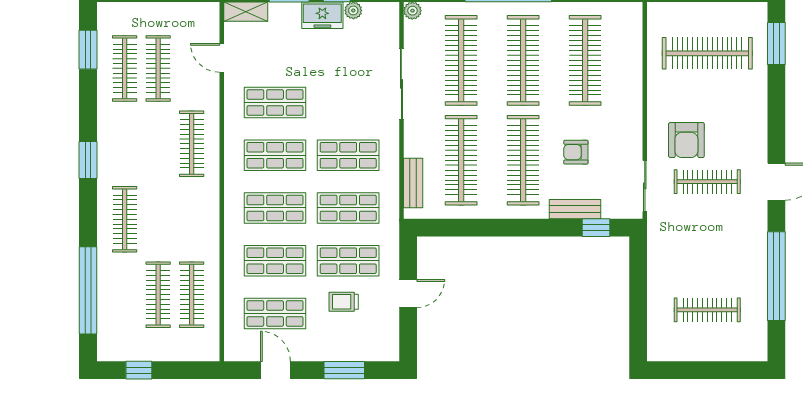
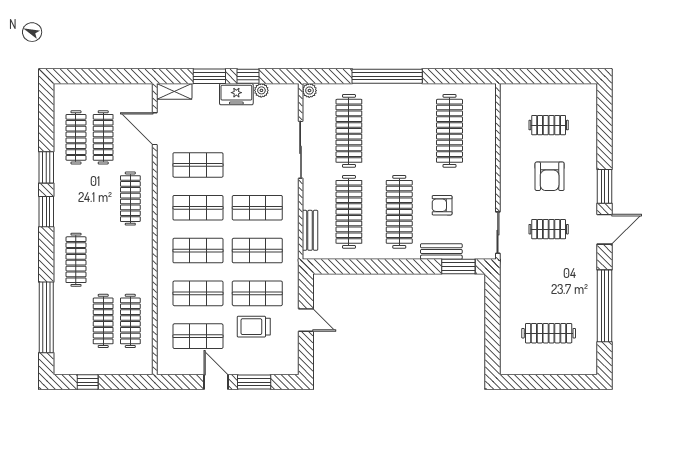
window: (776, 43) -> (605, 186), moved
window: (88, 50) -> (46, 167), moved
clothes rail: (707, 53) -> (549, 125), width x0.54, depth x0.76
door: (222, 58) -> (155, 129), width x1.37
clothes rail: (523, 60) -> (399, 131), removed
armchair: (686, 140) -> (550, 176), moved
clothes rail: (707, 182) -> (549, 229), width x0.73
window: (596, 228) -> (458, 266), width x1.50
door: (408, 293) -> (306, 320), hinge flipped
trolley: (344, 302) -> (254, 327), width x1.36, depth x1.39
door: (275, 370) -> (216, 382), moved

